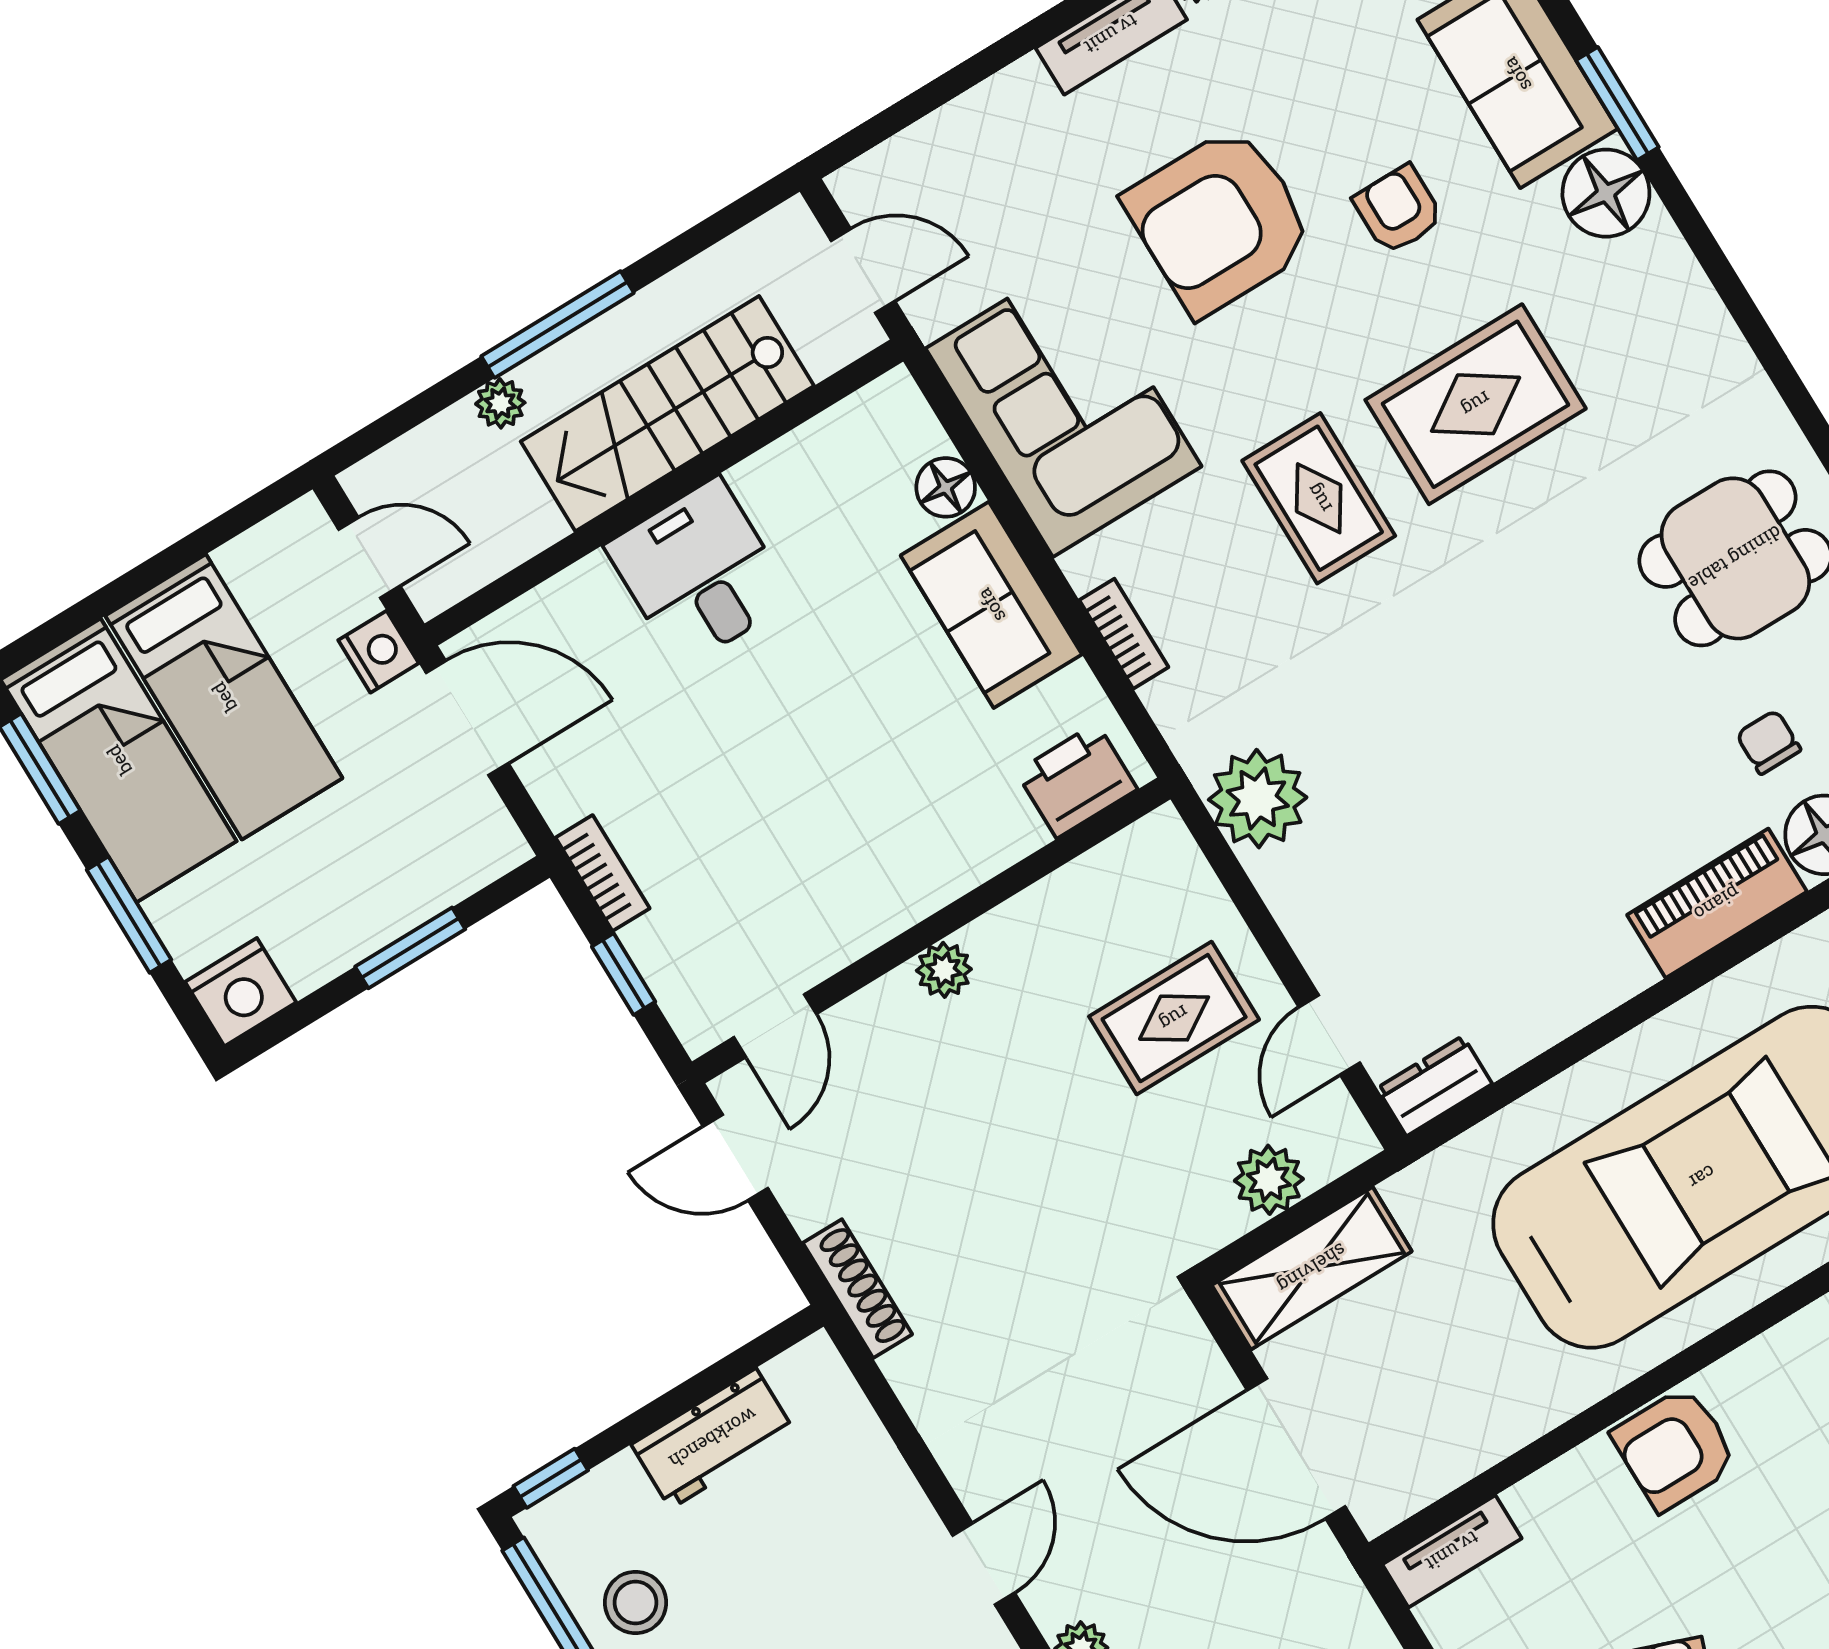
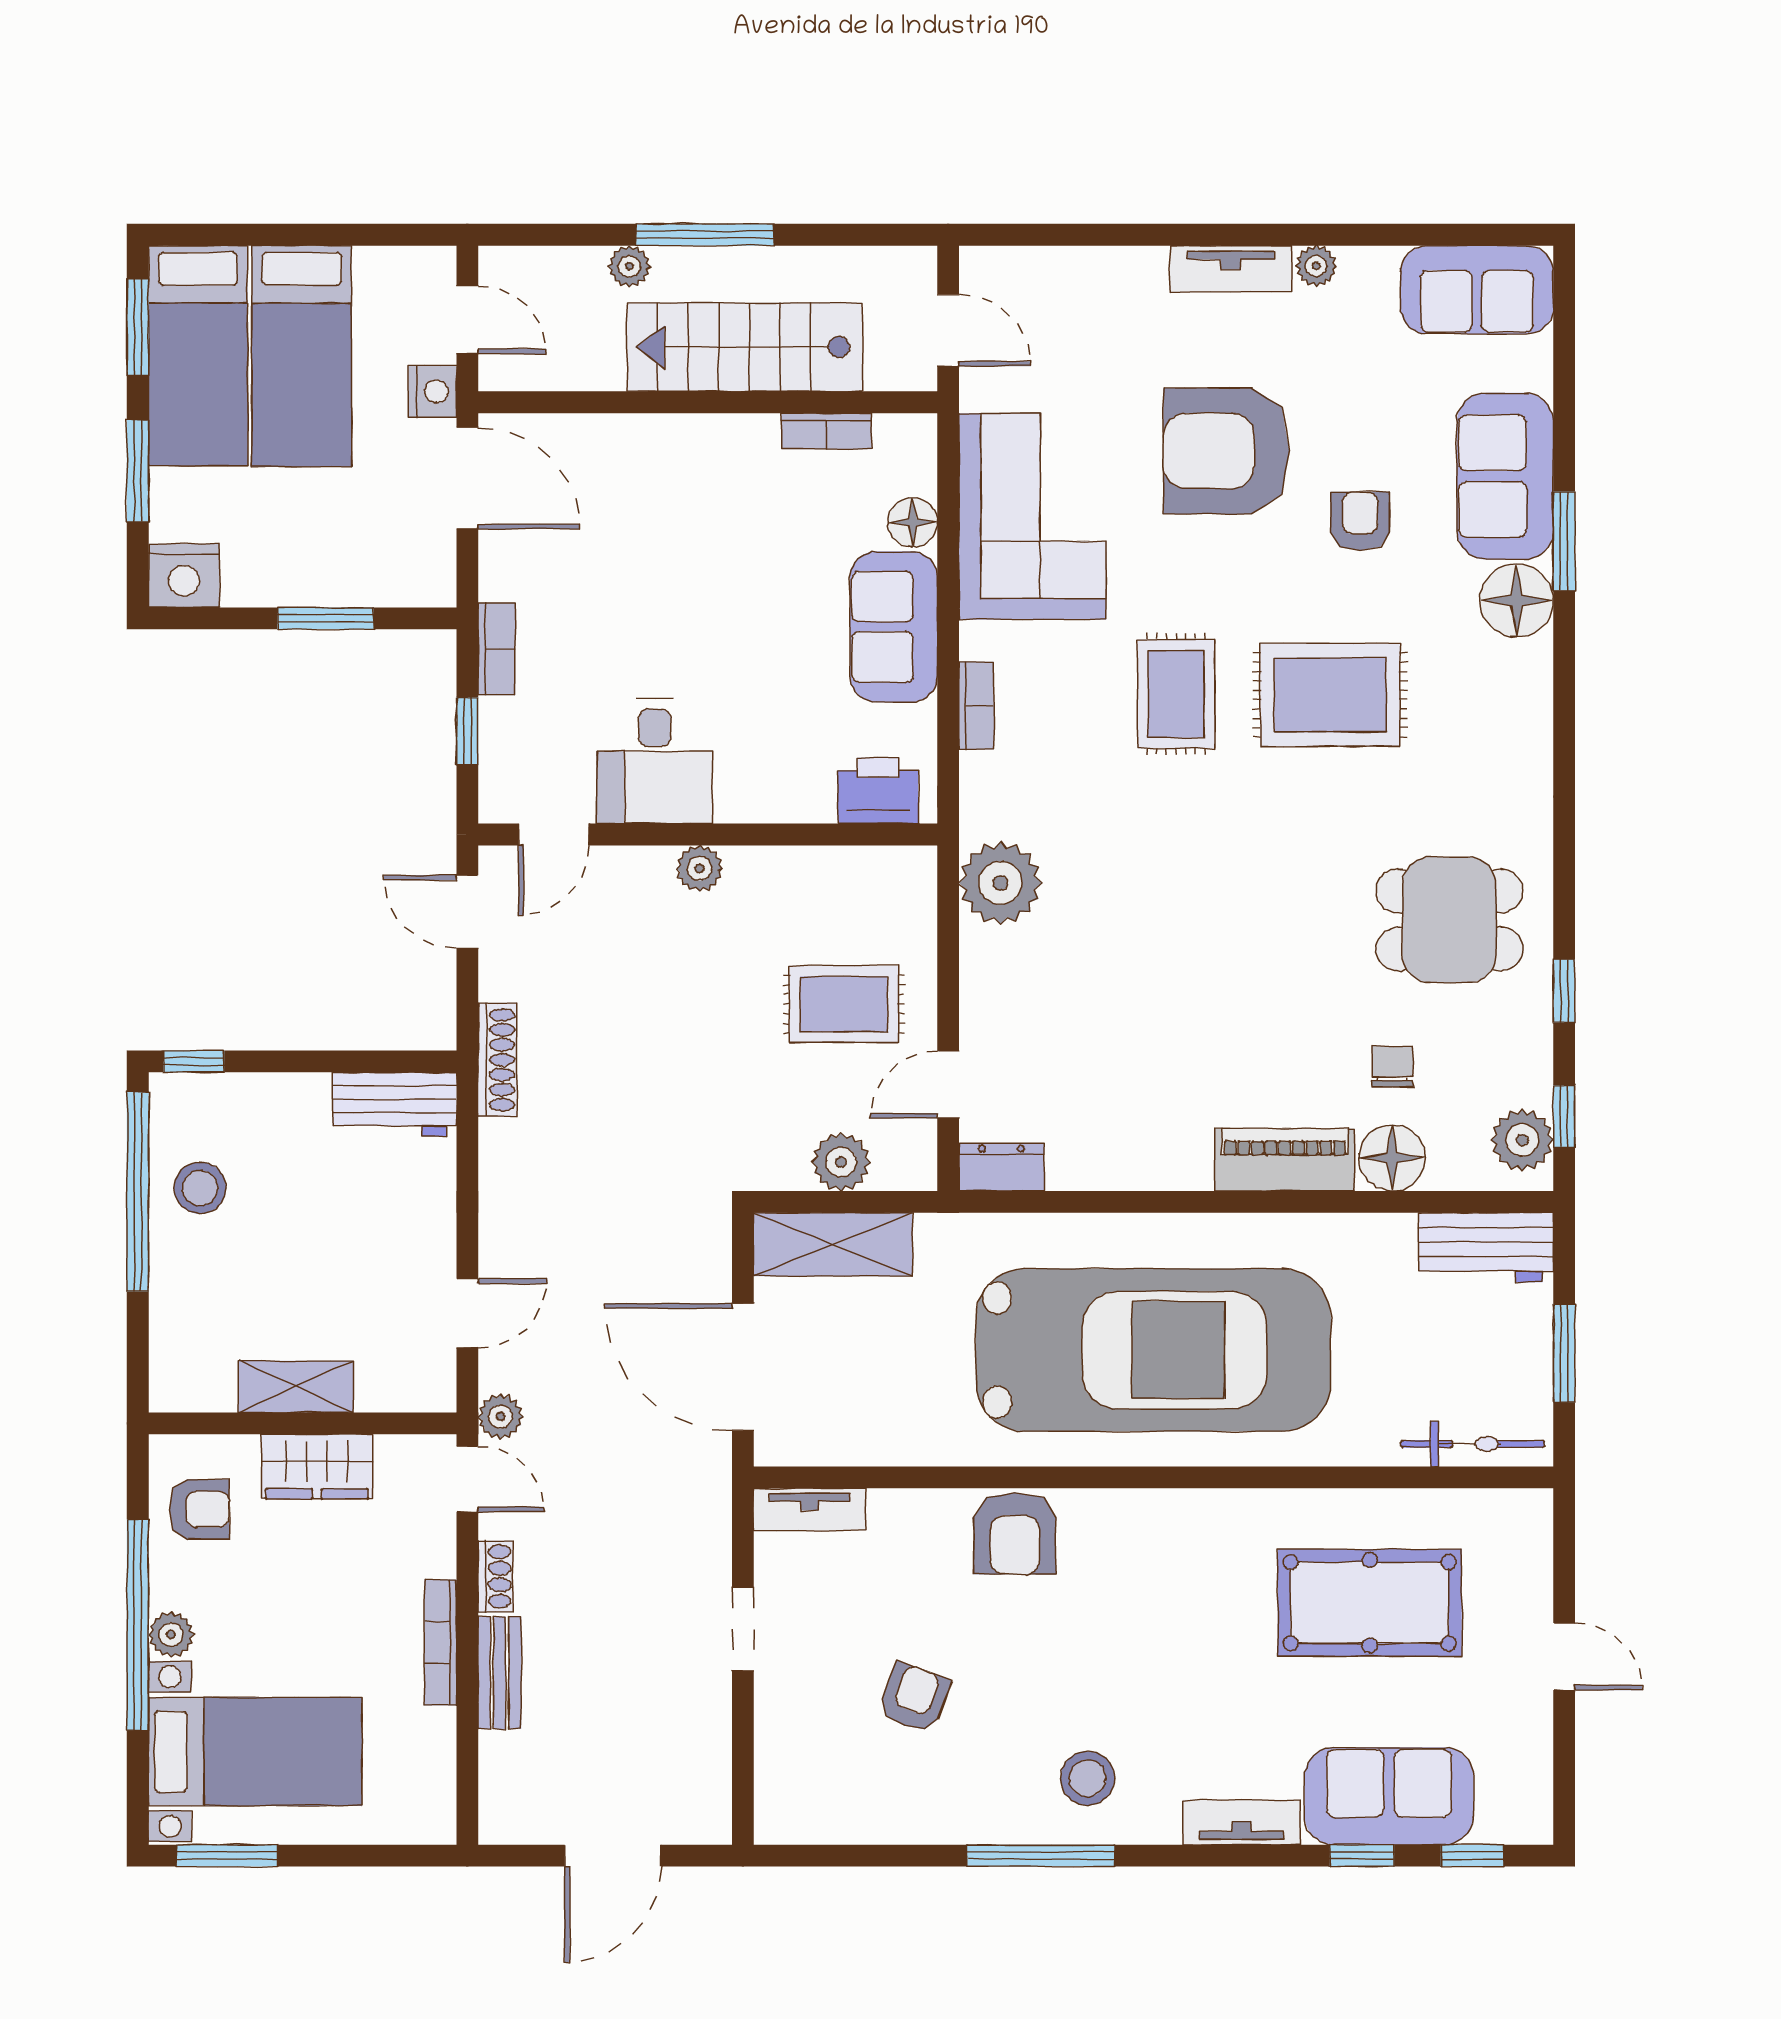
bookcase: (802, 448) -> (827, 431), added
desk: (699, 573) -> (655, 761), moved, turned 180
workbench: (713, 1438) -> (395, 1104), moved
armchair: (1675, 1449) -> (1015, 1533), turned -90

